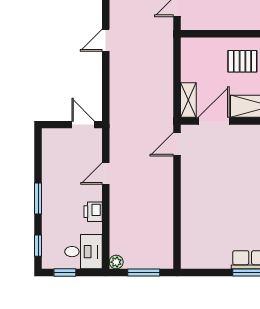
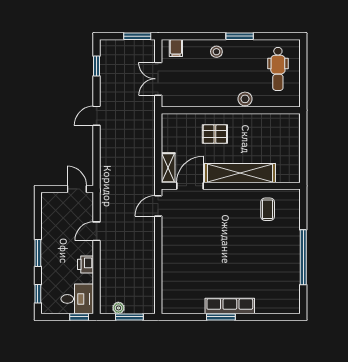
plant: (116, 262) -> (118, 308), moved
window: (65, 272) -> (79, 317), moved

